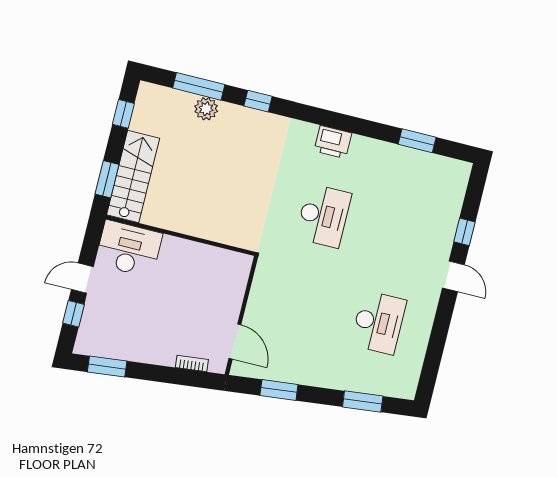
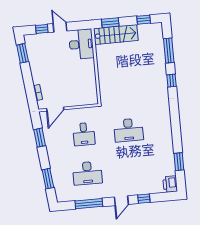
plant: (206, 109) -> (159, 58), removed
printer: (333, 142) -> (170, 184), moved
desk: (302, 303) -> (84, 134), added
window: (437, 340) -> (89, 204), added

